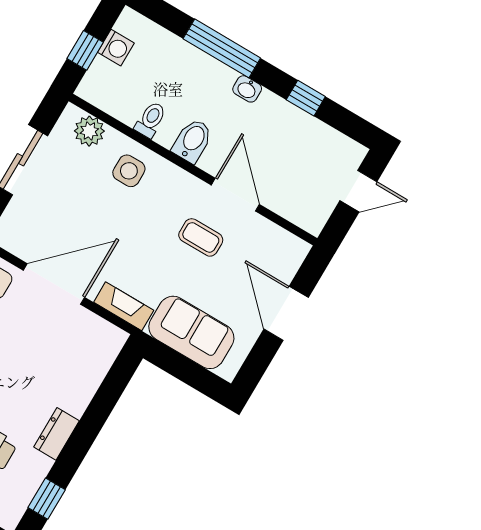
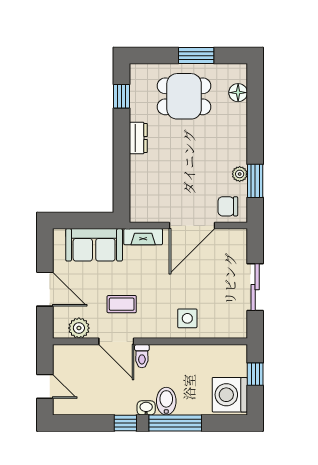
washing machine: (116, 48) -> (230, 395), width x1.89, depth x1.89
window: (306, 98) -> (125, 423), moved
toilet: (151, 120) -> (142, 356), moved
plant: (89, 131) -> (79, 328), moved
bidet: (192, 141) -> (166, 401), moved, turned 180
door: (358, 191) -> (45, 386), swing flipped

